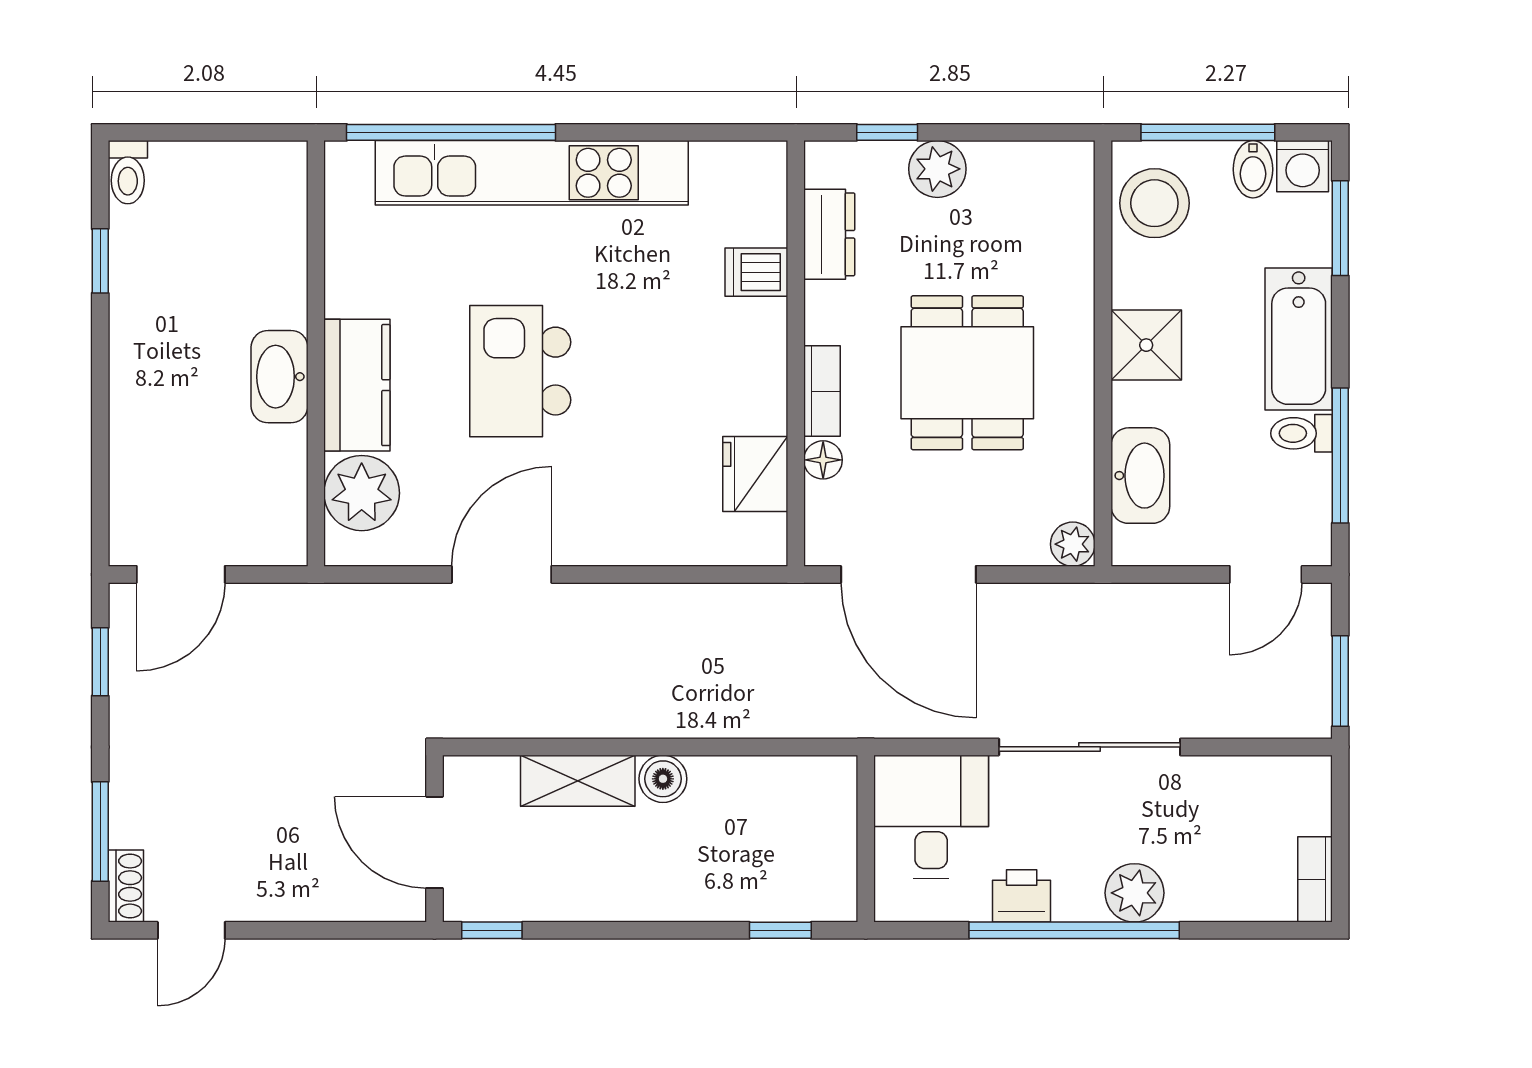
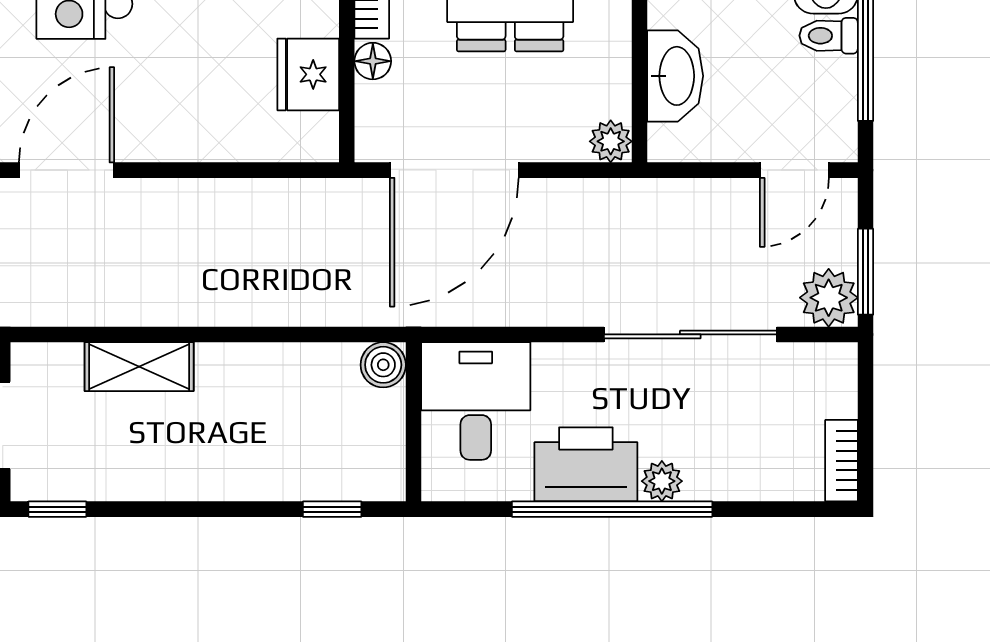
door: (908, 574) -> (454, 170), hinge flipped
plant: (1302, 708) -> (829, 298), added
sliding door: (1090, 747) -> (690, 334), moved
boiler: (663, 779) -> (383, 365), moved
plant: (1134, 893) -> (662, 481), width x0.73, depth x0.73
printer: (1022, 896) -> (586, 464), width x1.87, depth x1.48

